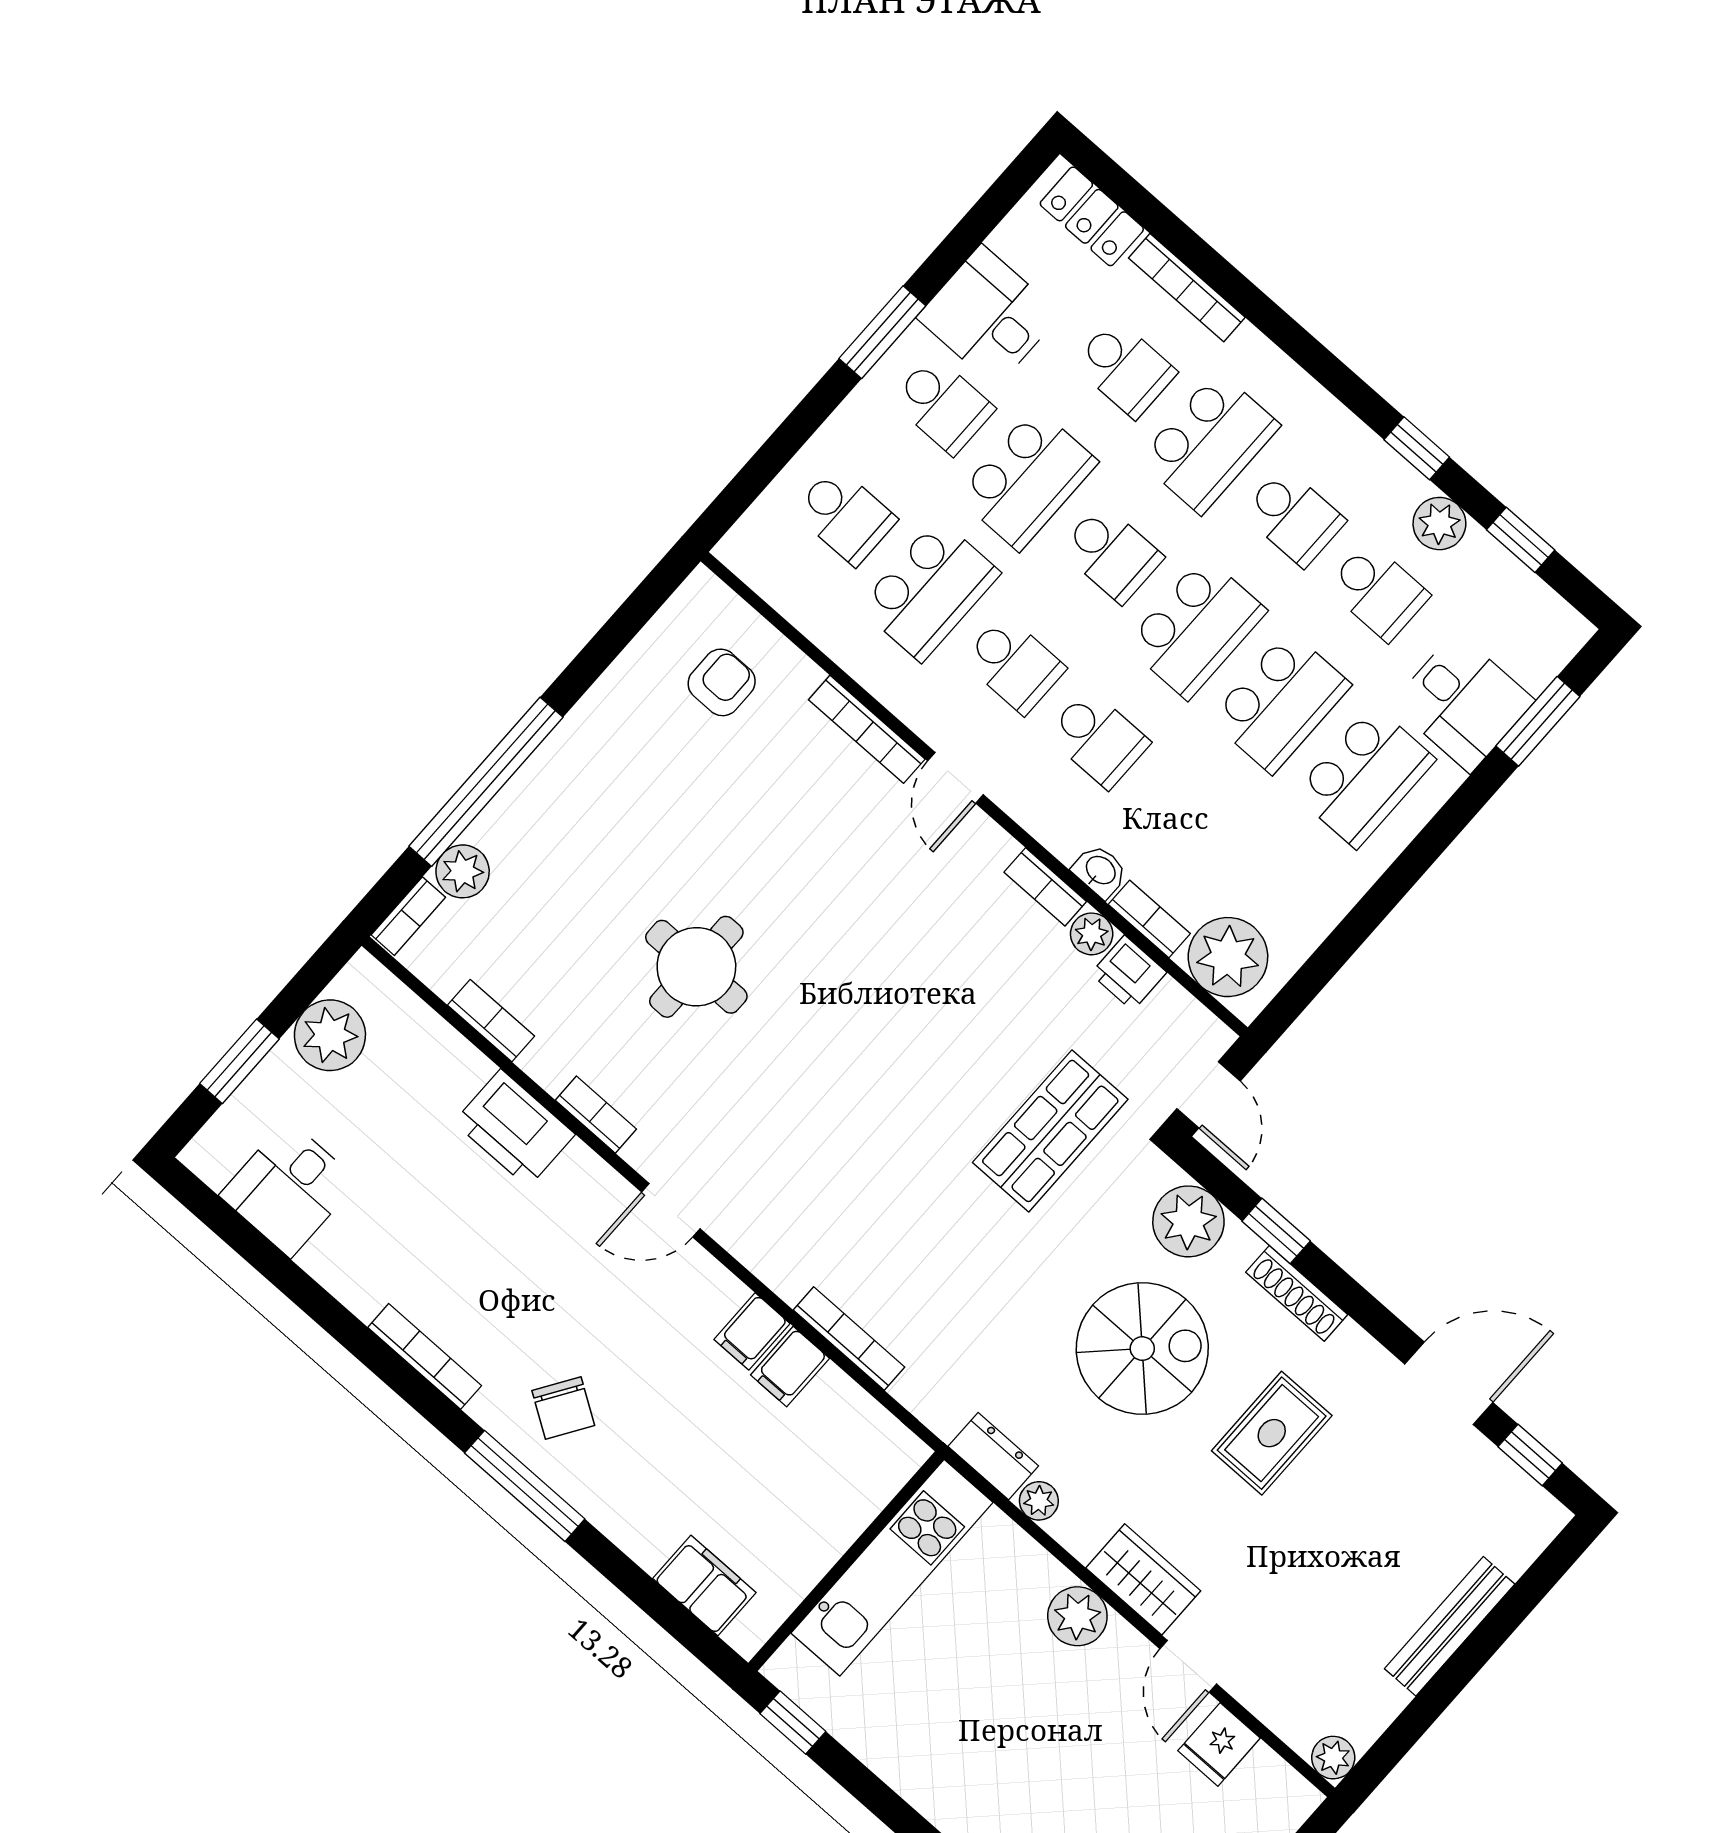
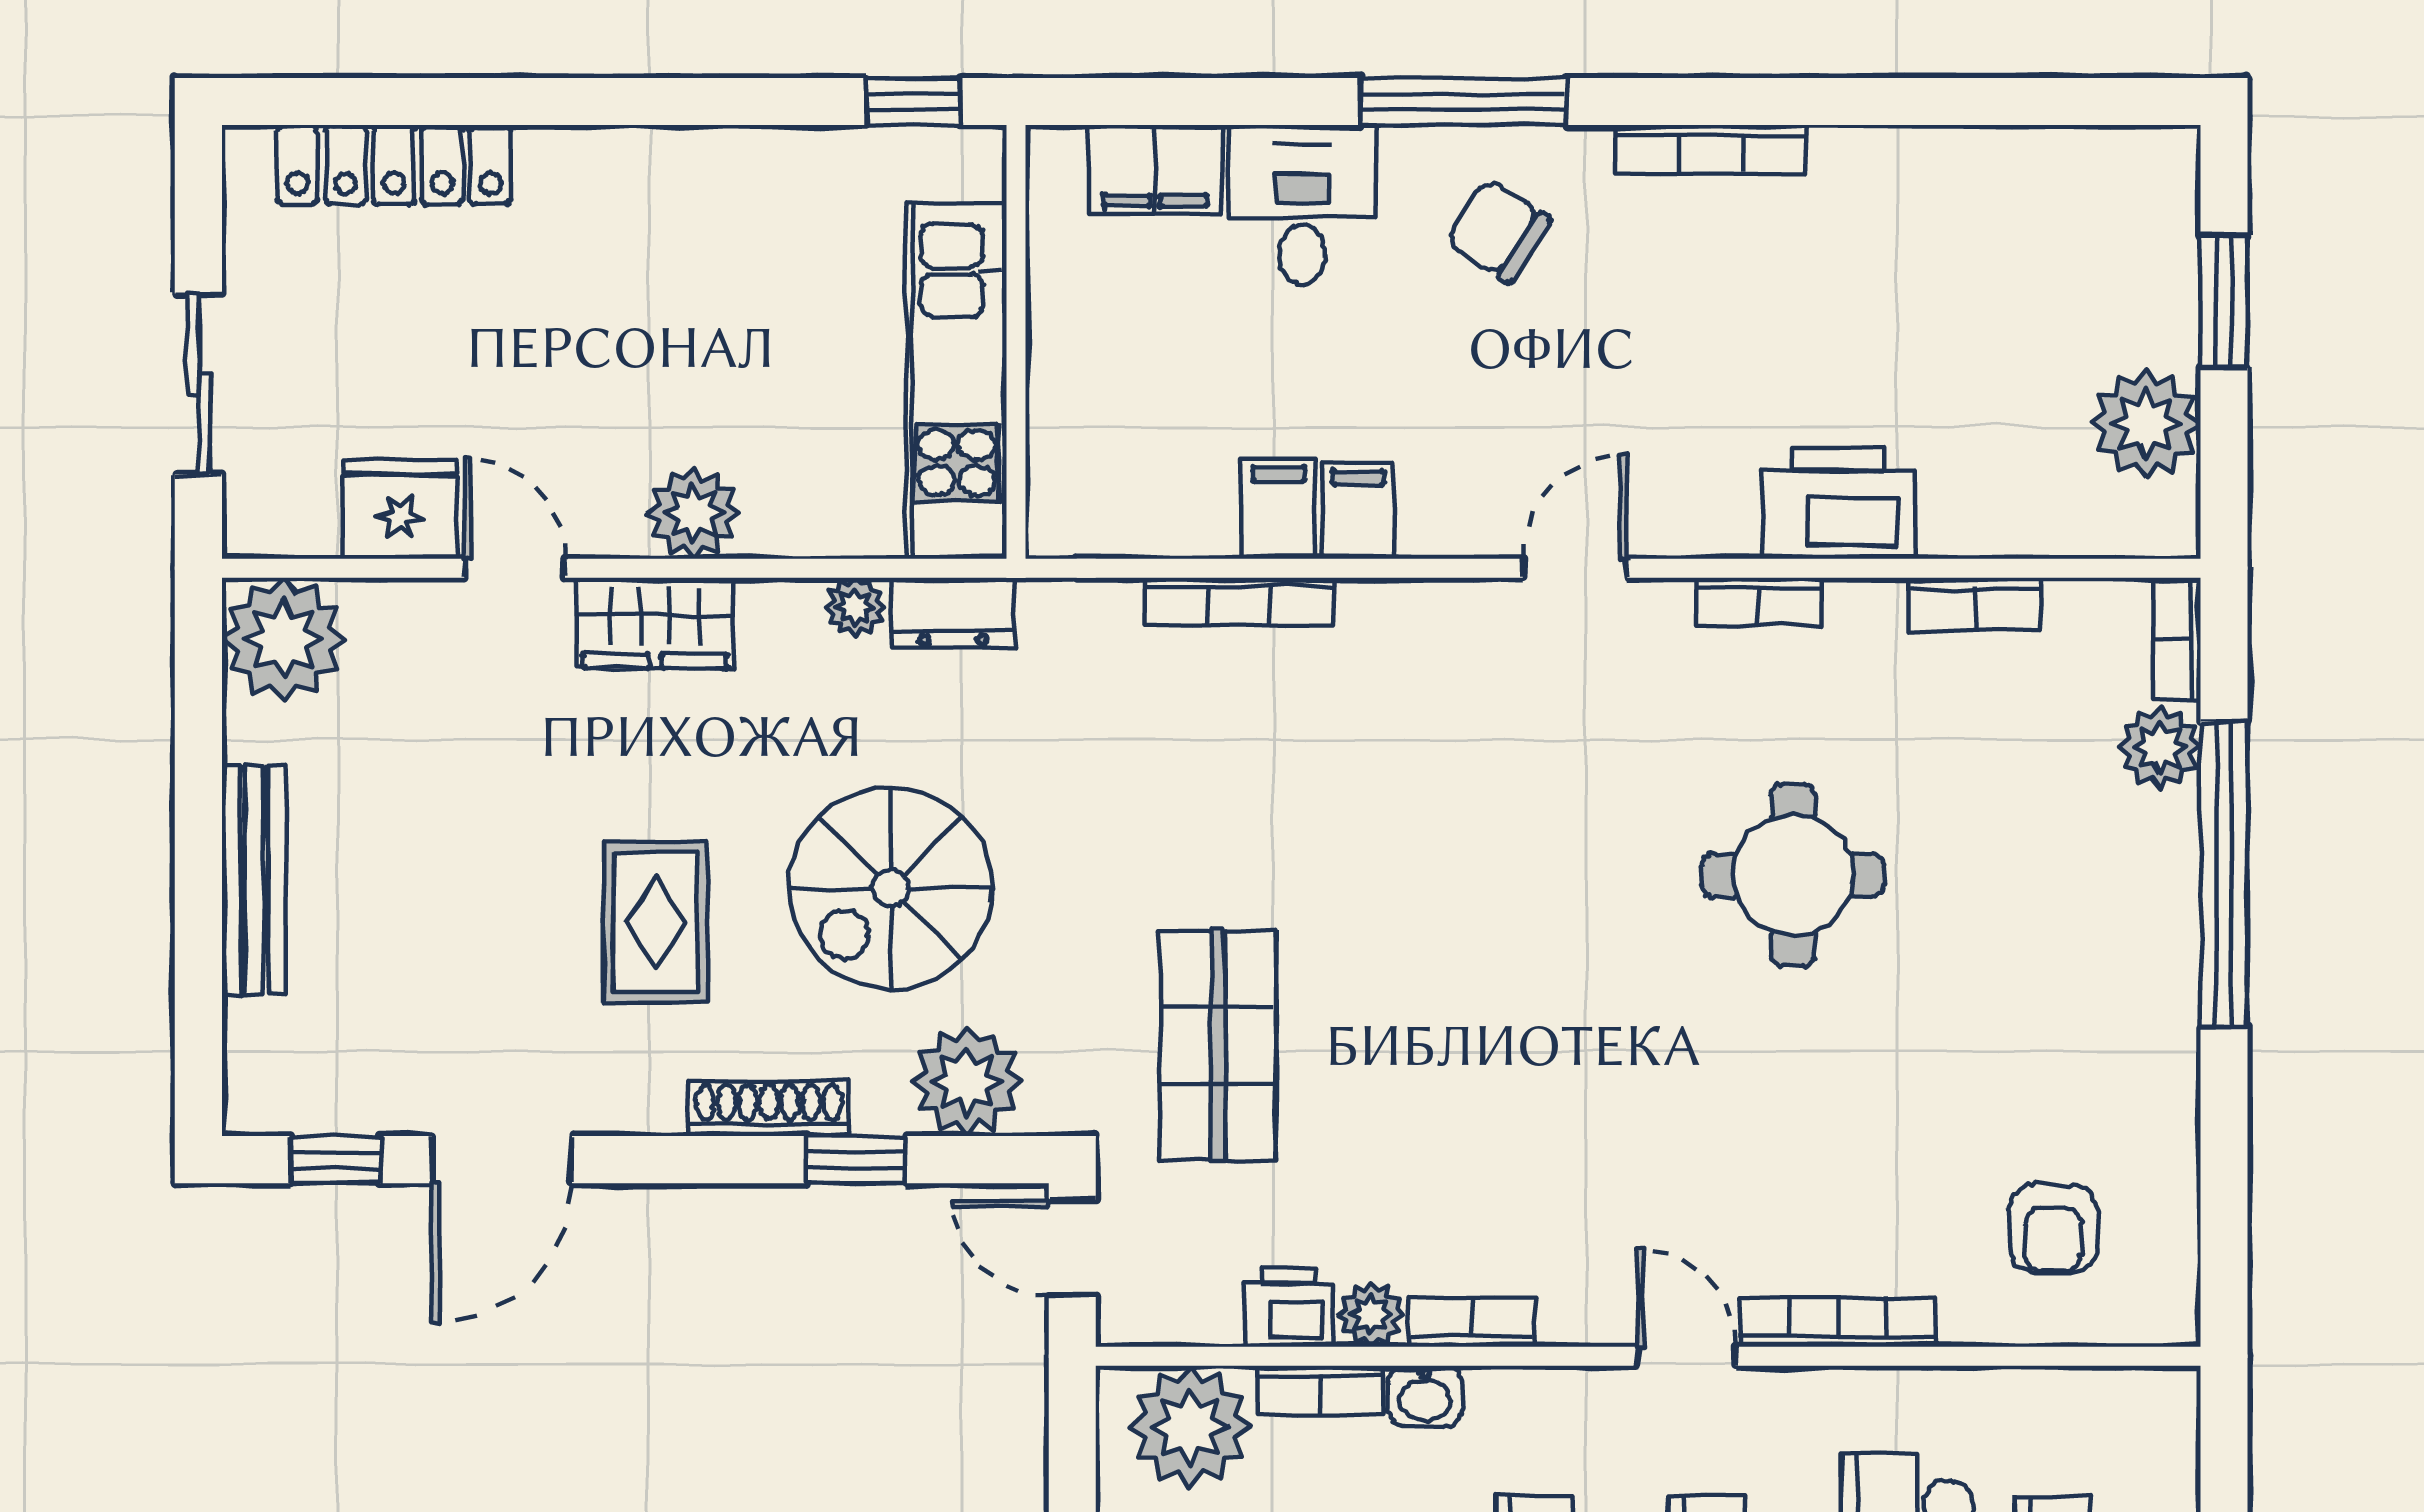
desk: (289, 1188) -> (1302, 205), moved
fridge: (1219, 1744) -> (400, 509), width x1.38
plant: (1333, 1758) -> (284, 639), width x1.87, depth x1.87

